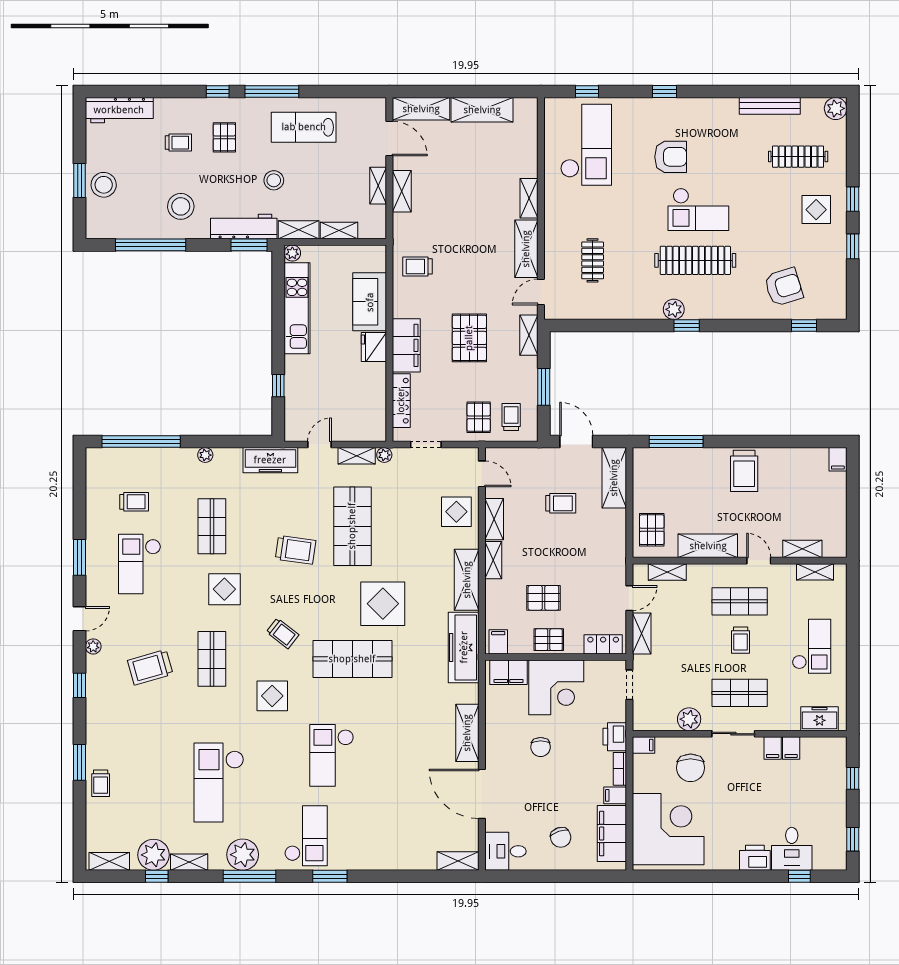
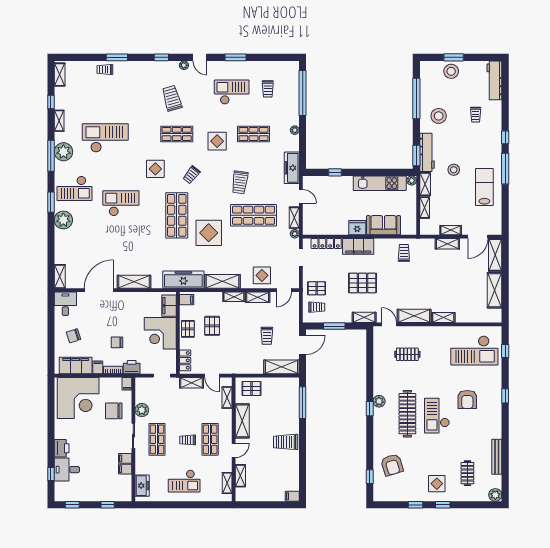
pallet: (224, 137) -> (479, 141), removed
clothes rail: (798, 157) -> (467, 473), width x0.73
chair: (541, 747) -> (117, 342), moved
plant: (153, 855) -> (63, 220), moved

